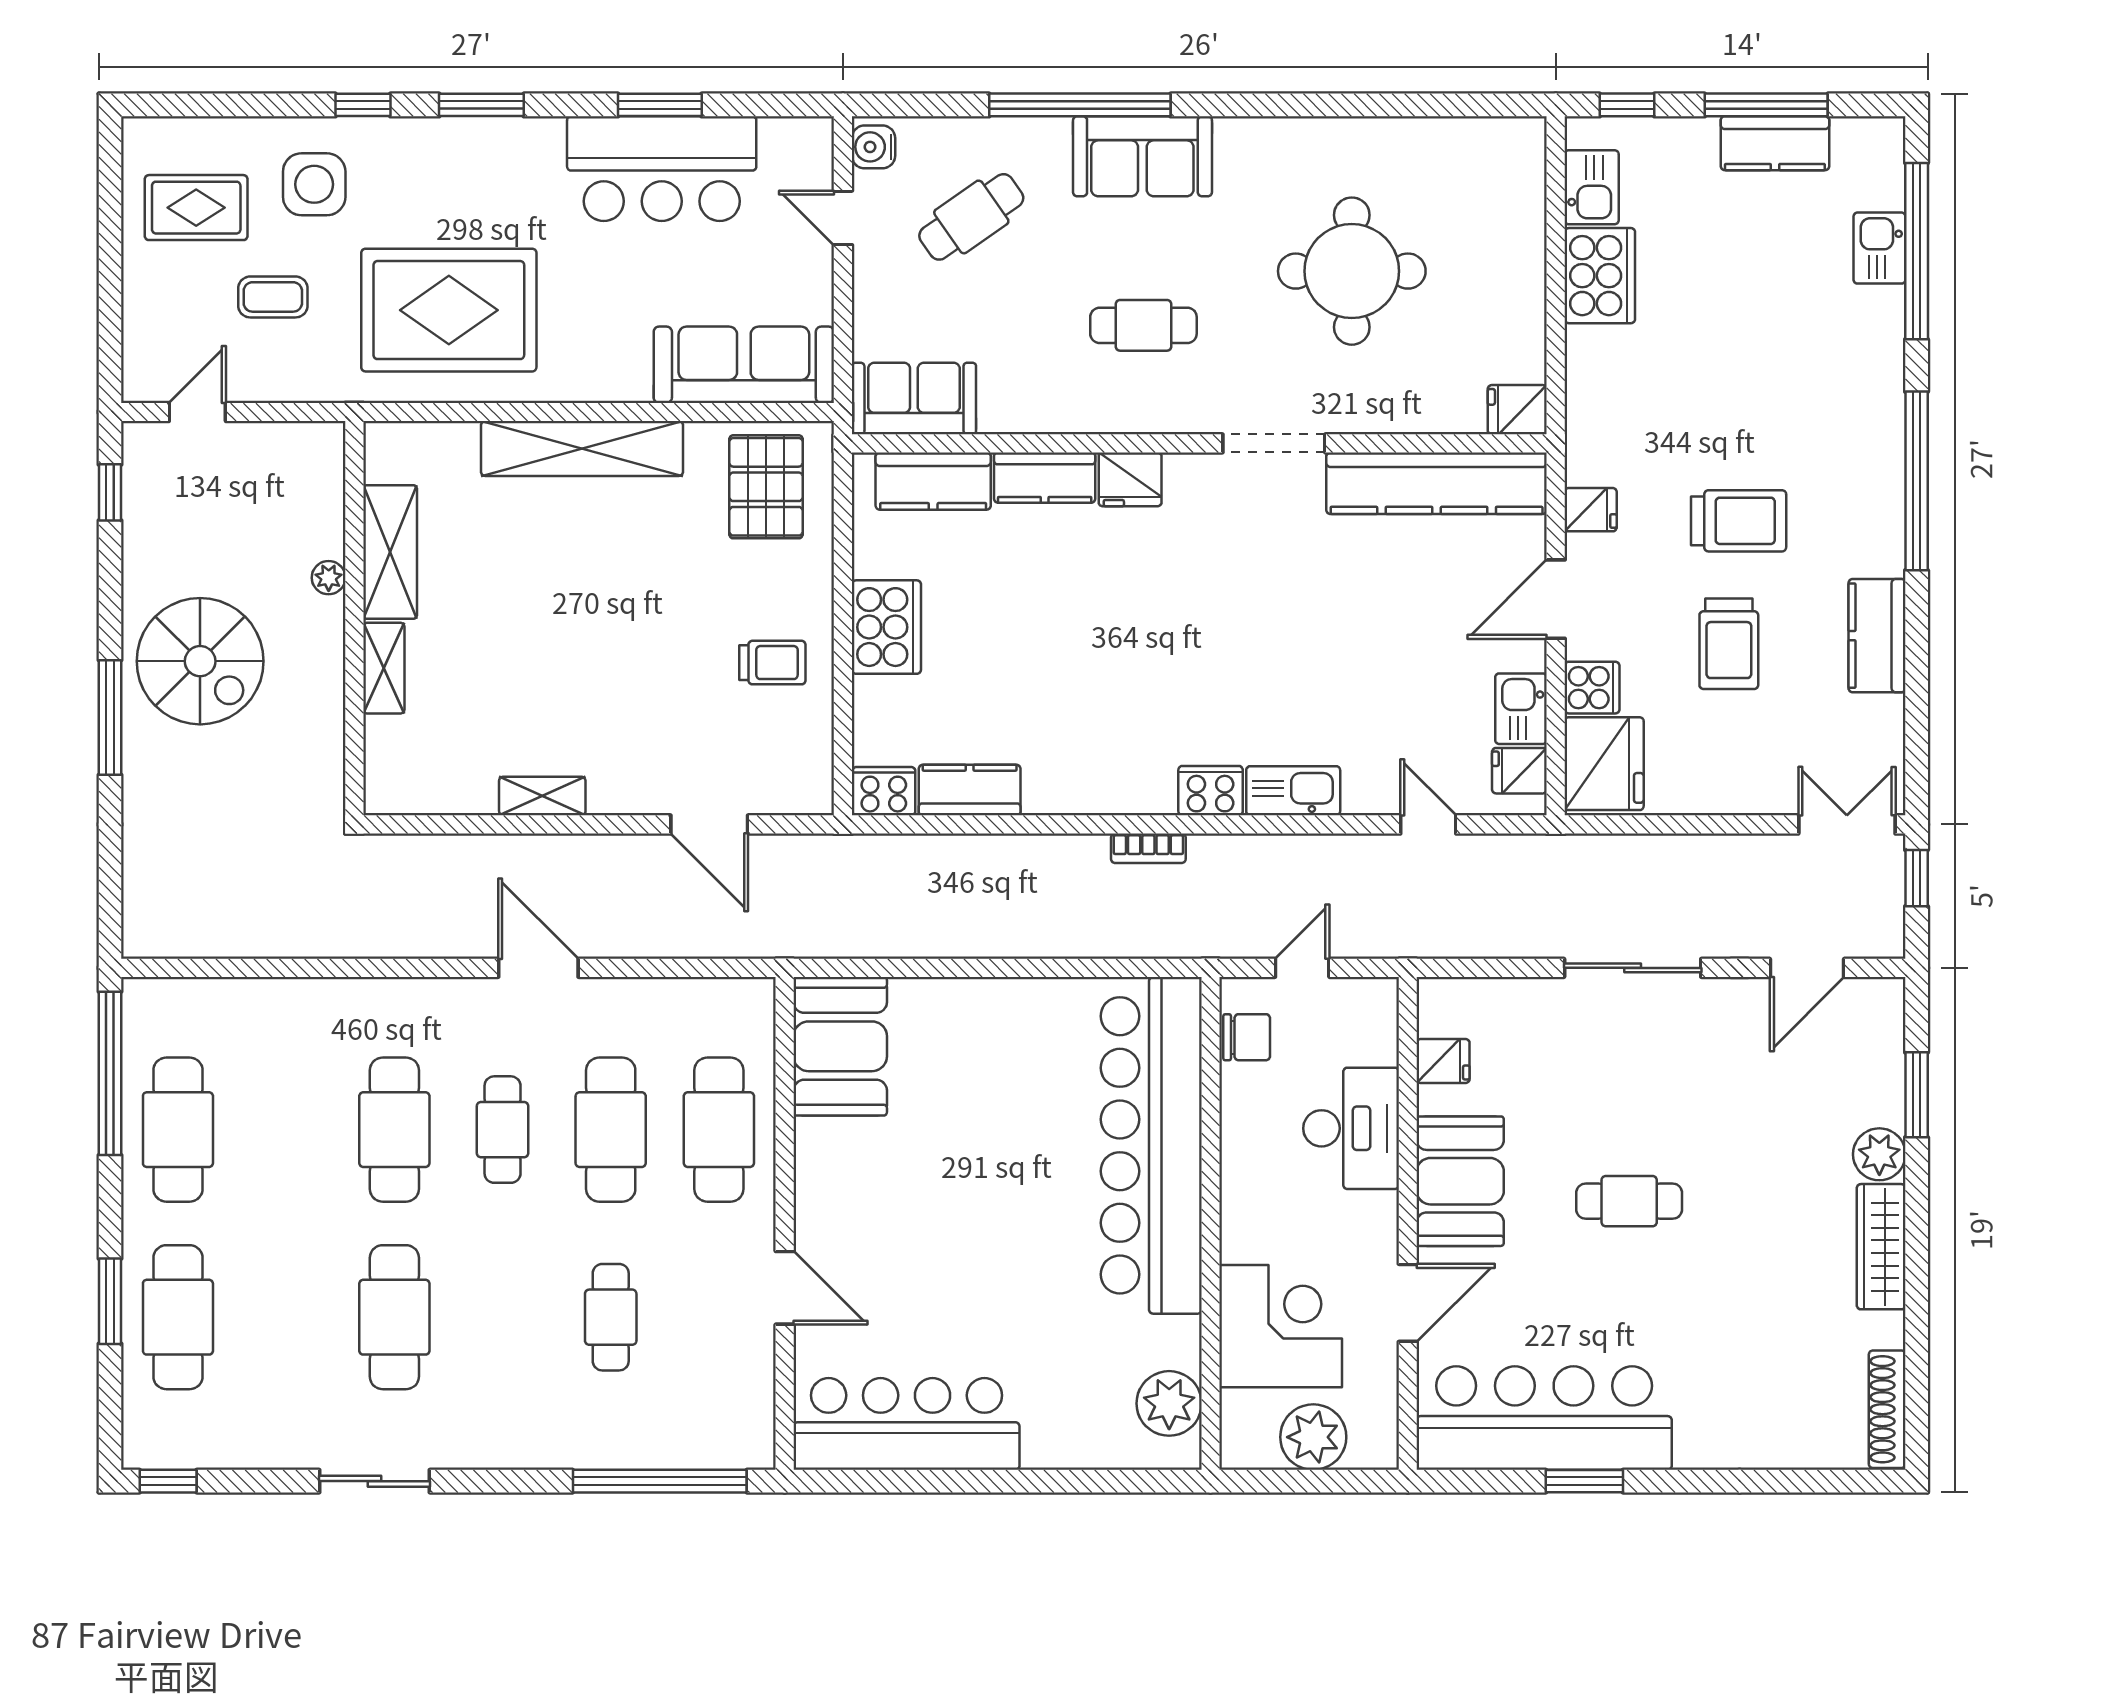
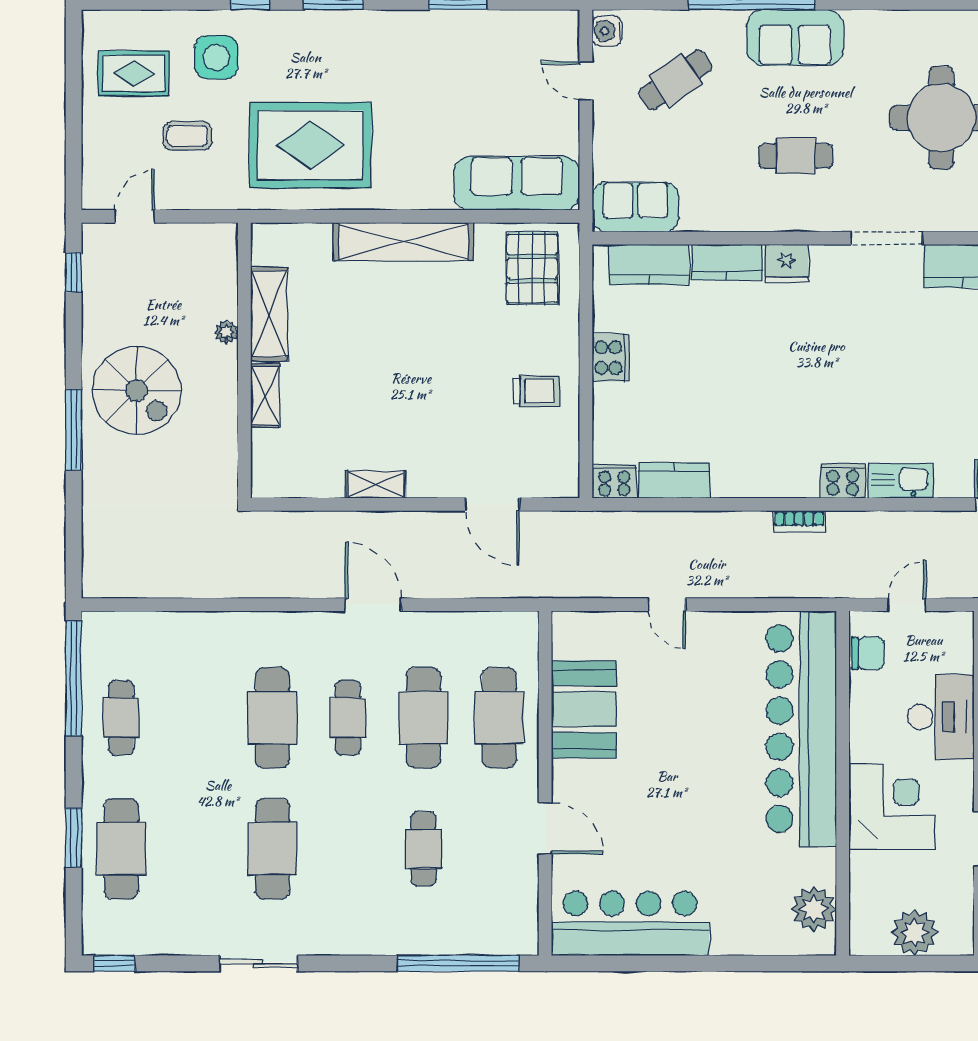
bar counter: (662, 169) -> (459, 46), removed
cooker: (886, 627) -> (610, 358), width x0.73, depth x0.76
door: (959, 968) -> (667, 605), added
booth: (840, 1046) -> (584, 709), moved
cafe table: (178, 1130) -> (121, 718), width x0.73, depth x0.74
corner desk: (1281, 1326) -> (892, 806), moved

